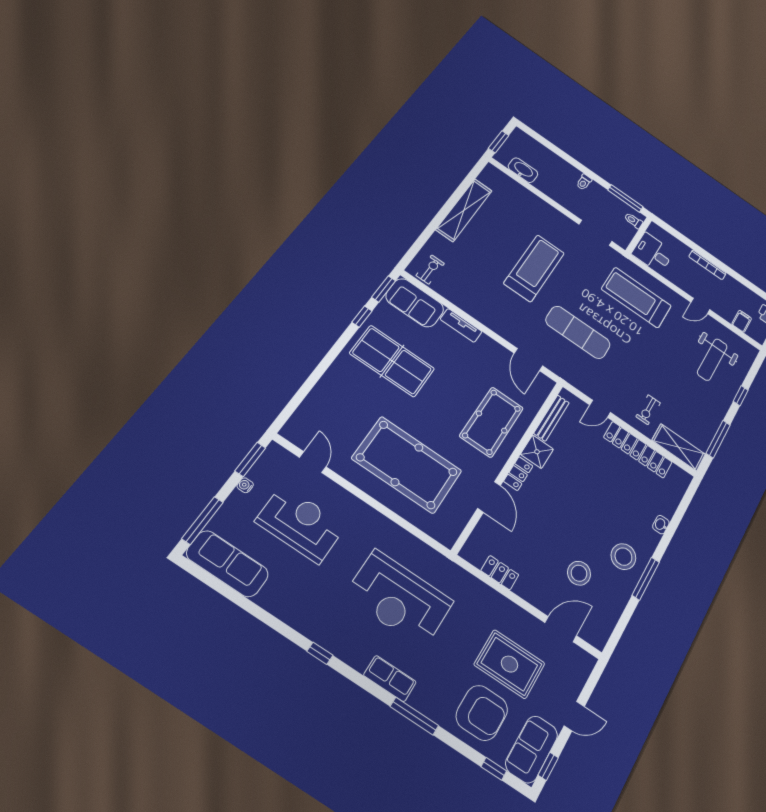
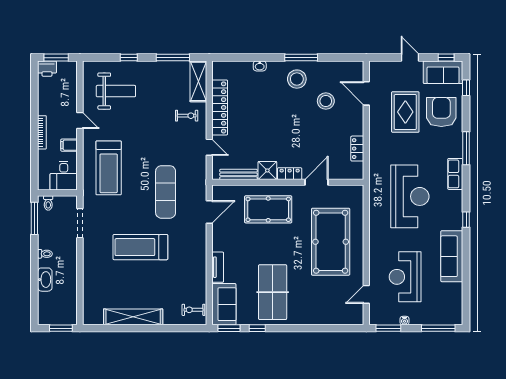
washbasin: (523, 170) -> (45, 280), moved, turned 180
filing cabinet: (742, 321) -> (69, 145), moved
sofa: (227, 564) -> (452, 256), moved

